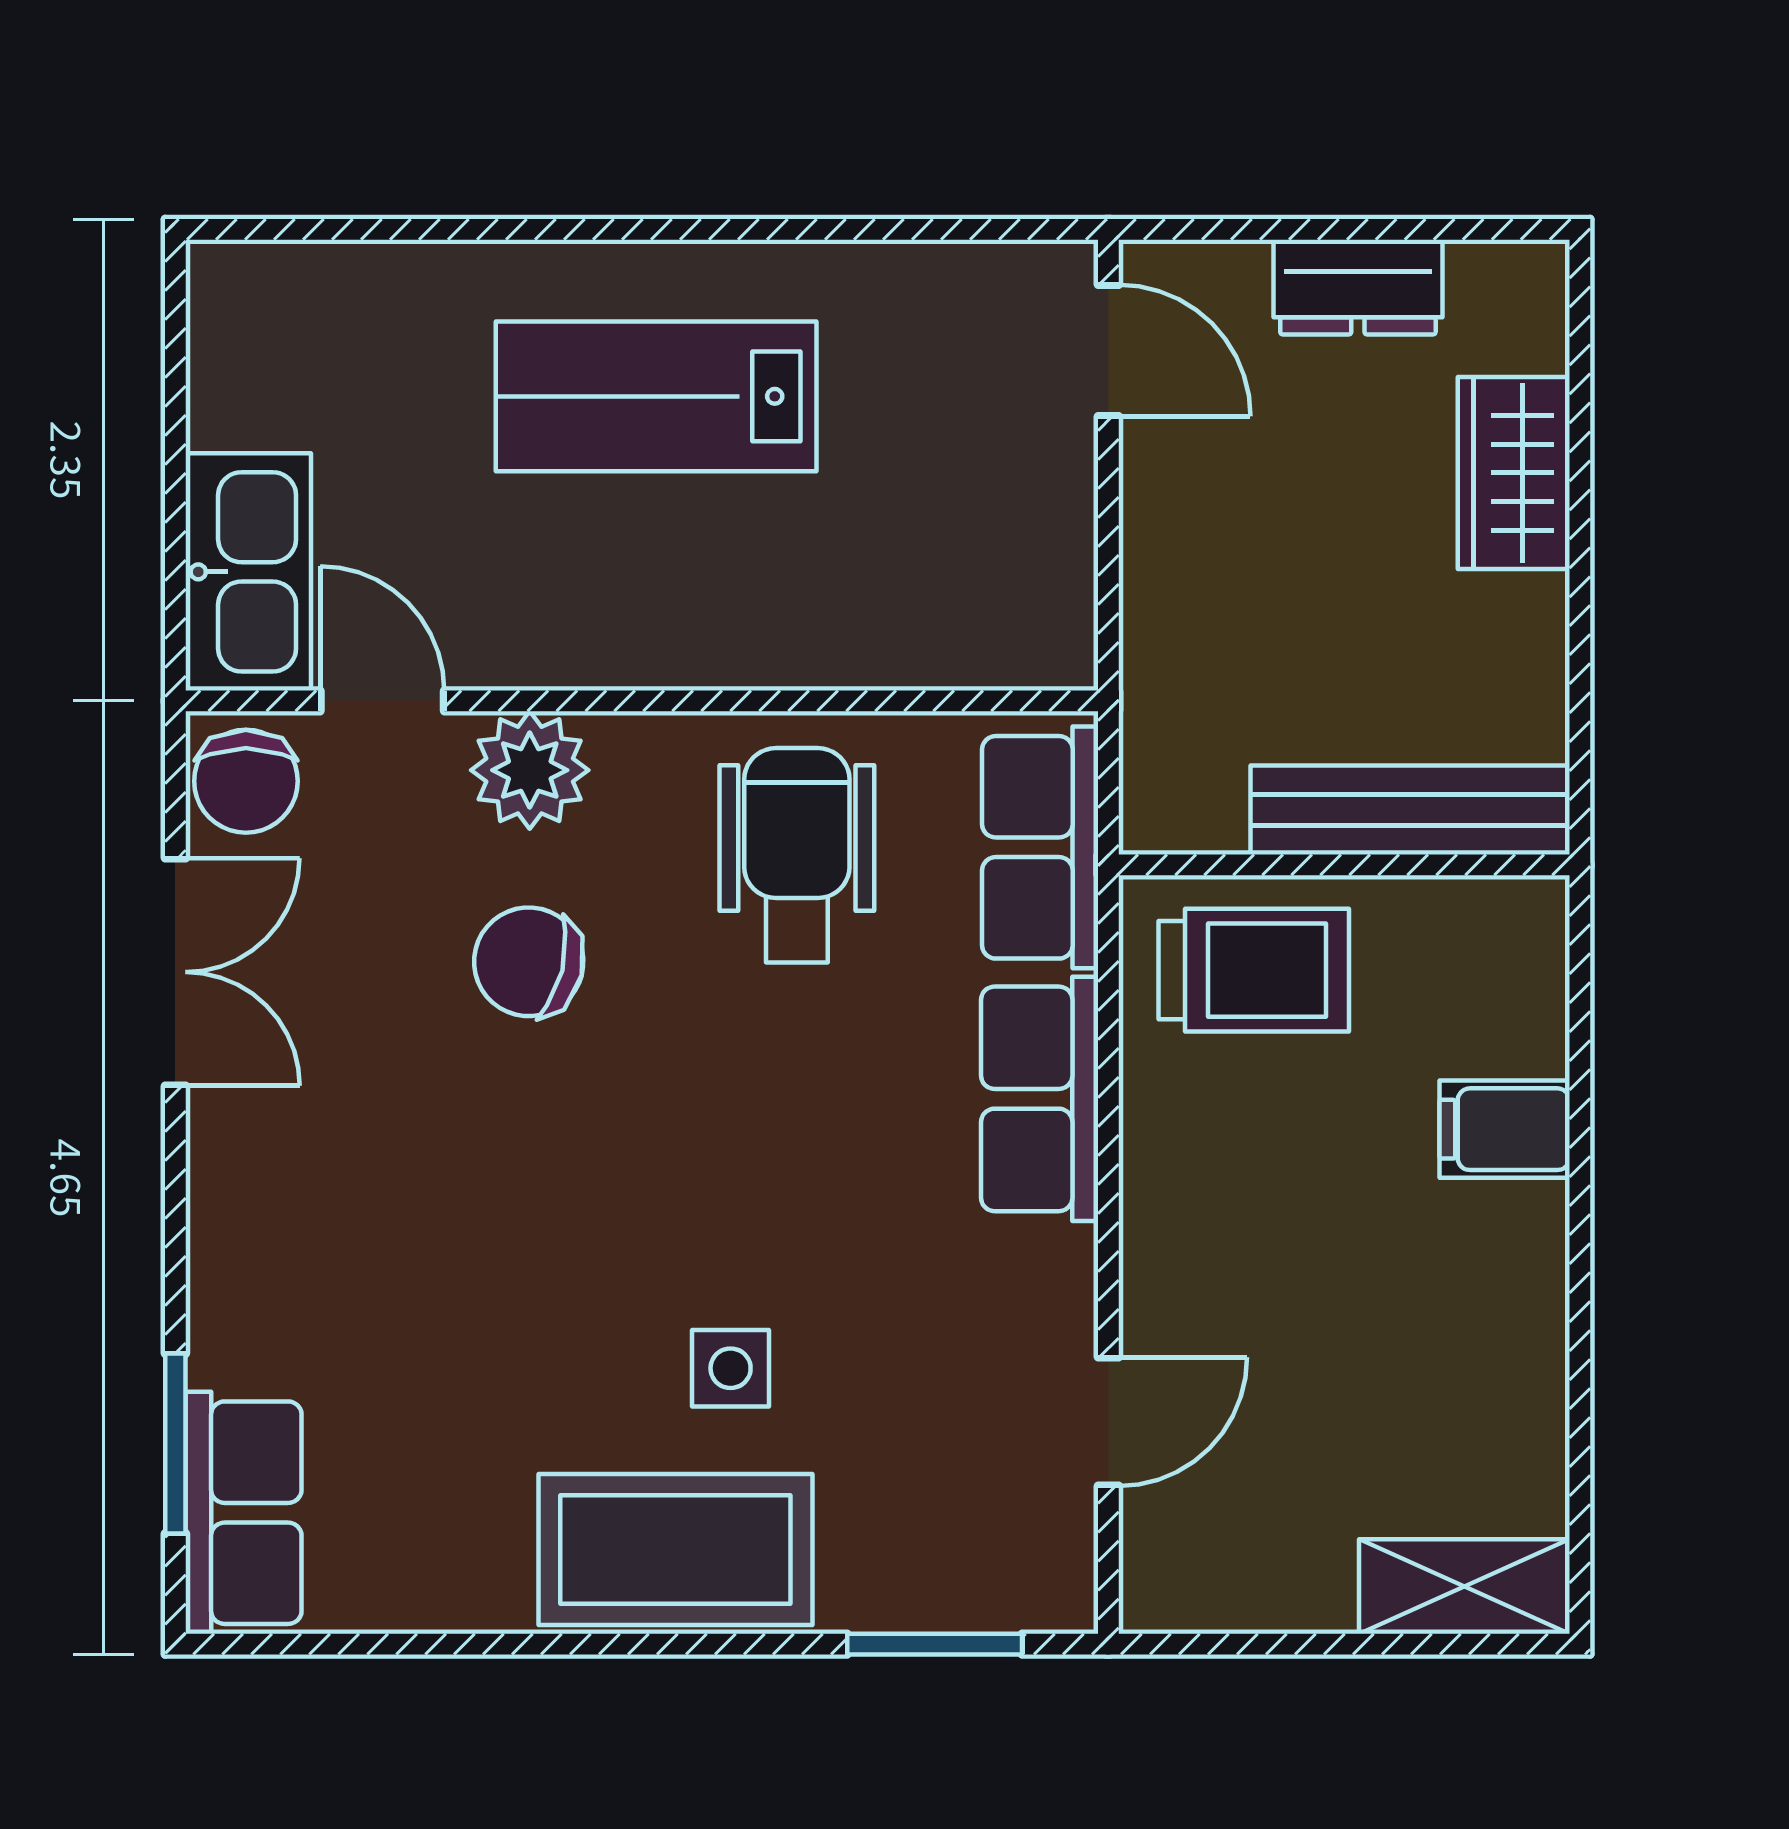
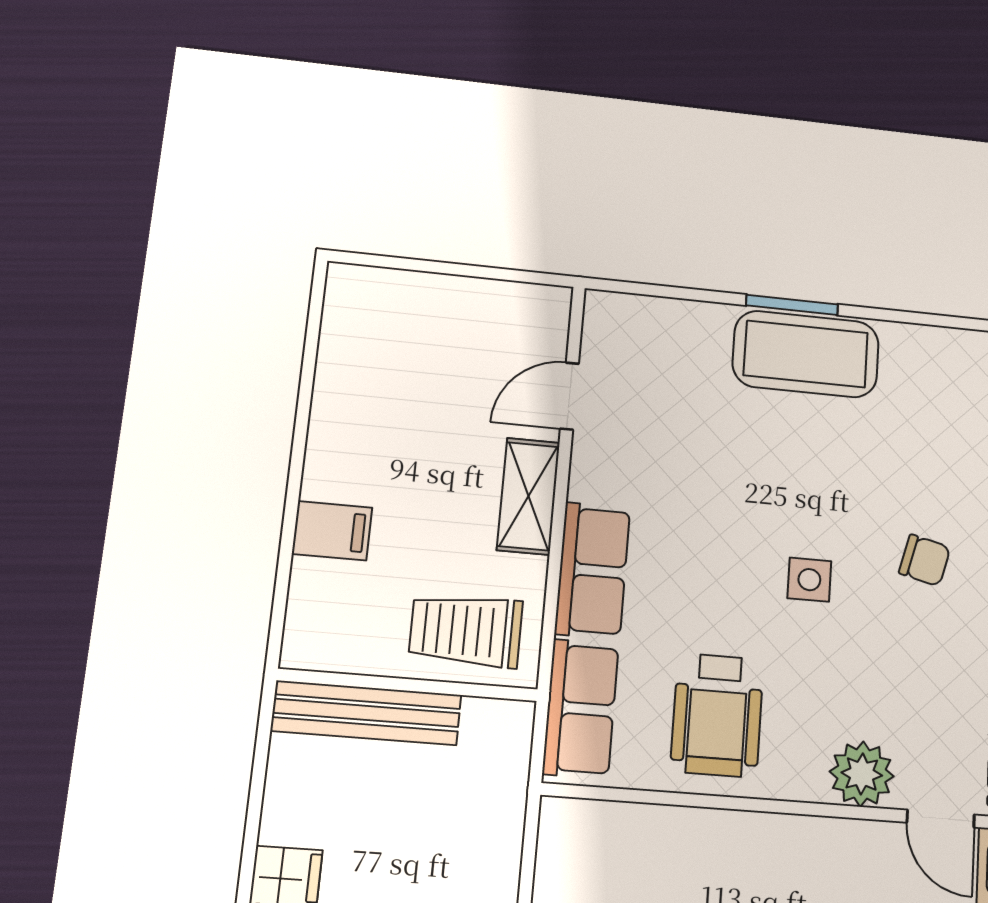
chair: (529, 962) -> (925, 560), moved, width x0.73, depth x0.73
side table: (731, 1368) -> (809, 580), moved
shelving: (1464, 1586) -> (528, 496), moved, turned 90
window: (935, 1644) -> (792, 305), moved

